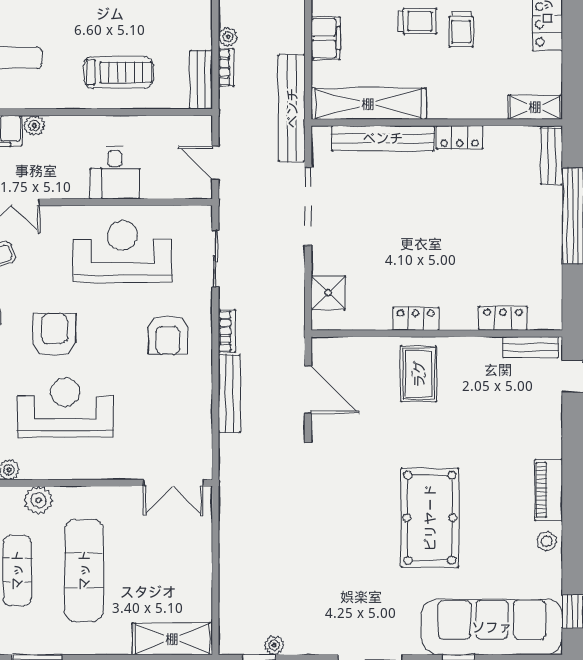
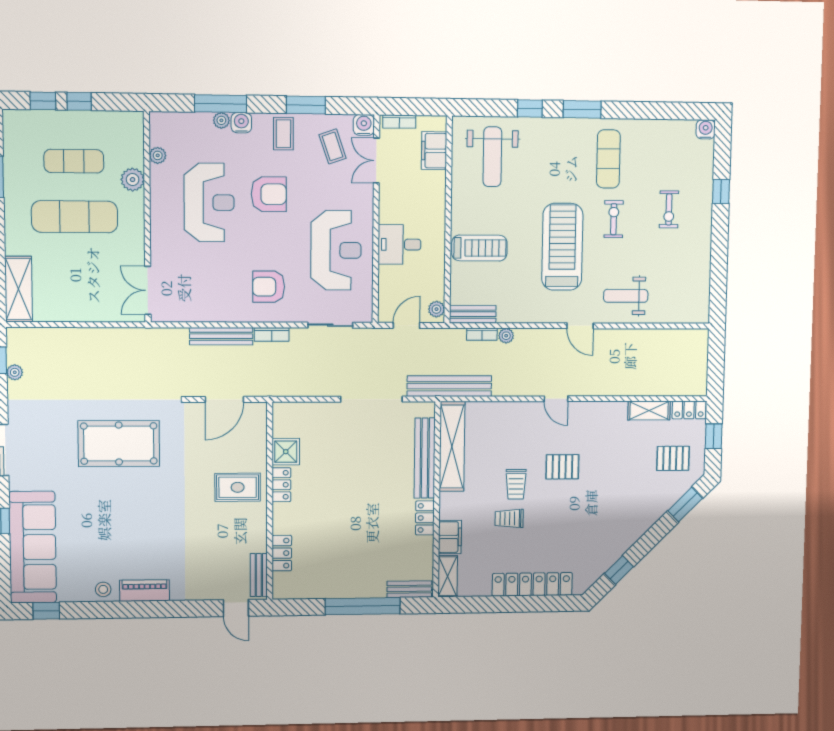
filing cabinet: (326, 38) -> (450, 537), moved, turned -90
treadmill: (118, 72) -> (479, 248), turned -90
plant: (34, 126) -> (436, 309), moved
shower: (328, 293) -> (286, 452), moved
pool table: (430, 518) -> (119, 444), moved

